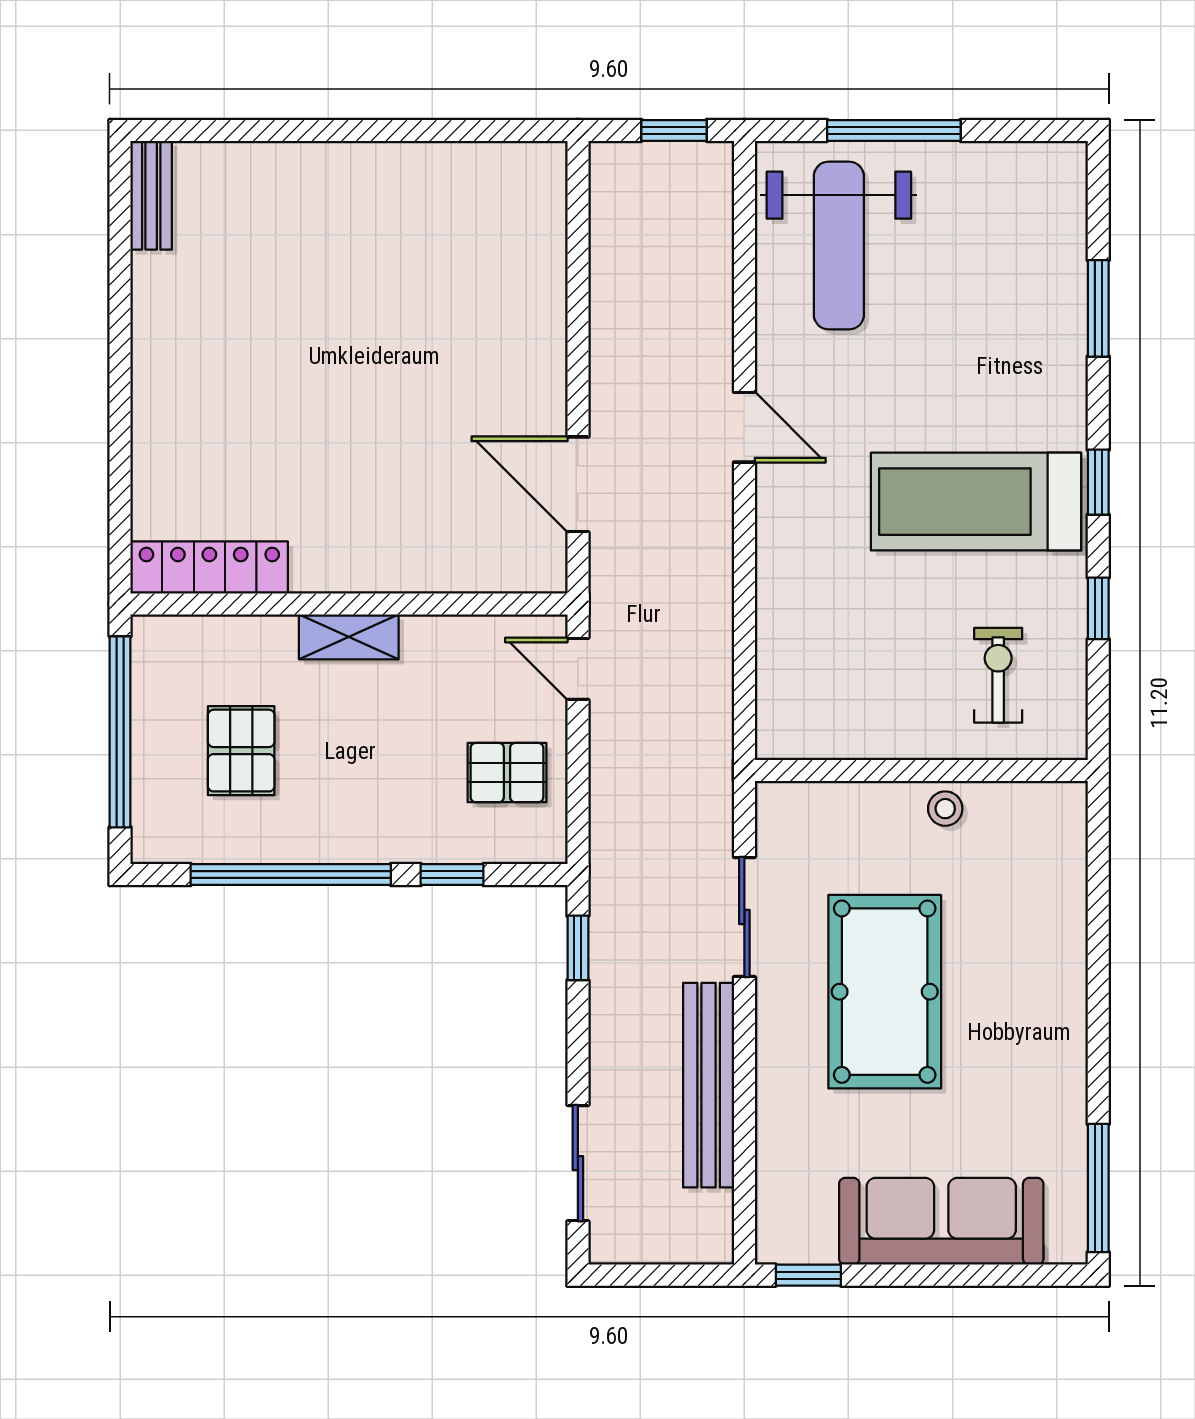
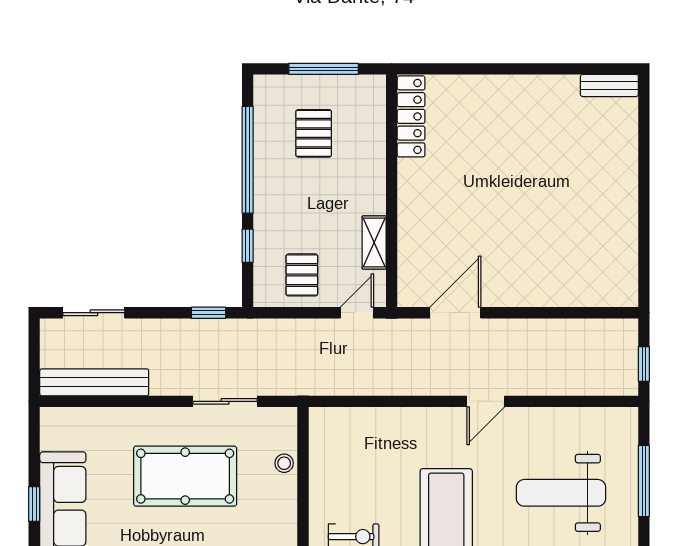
weight bench: (839, 246) -> (561, 493), moved
shelving: (349, 637) -> (374, 242), moved
window: (120, 732) -> (324, 69), width x0.68
pallet: (241, 751) -> (314, 133), turned 90
stool: (945, 809) -> (284, 463), moved
bench: (709, 1085) -> (94, 382), moved
window: (808, 1275) -> (34, 504), moved

